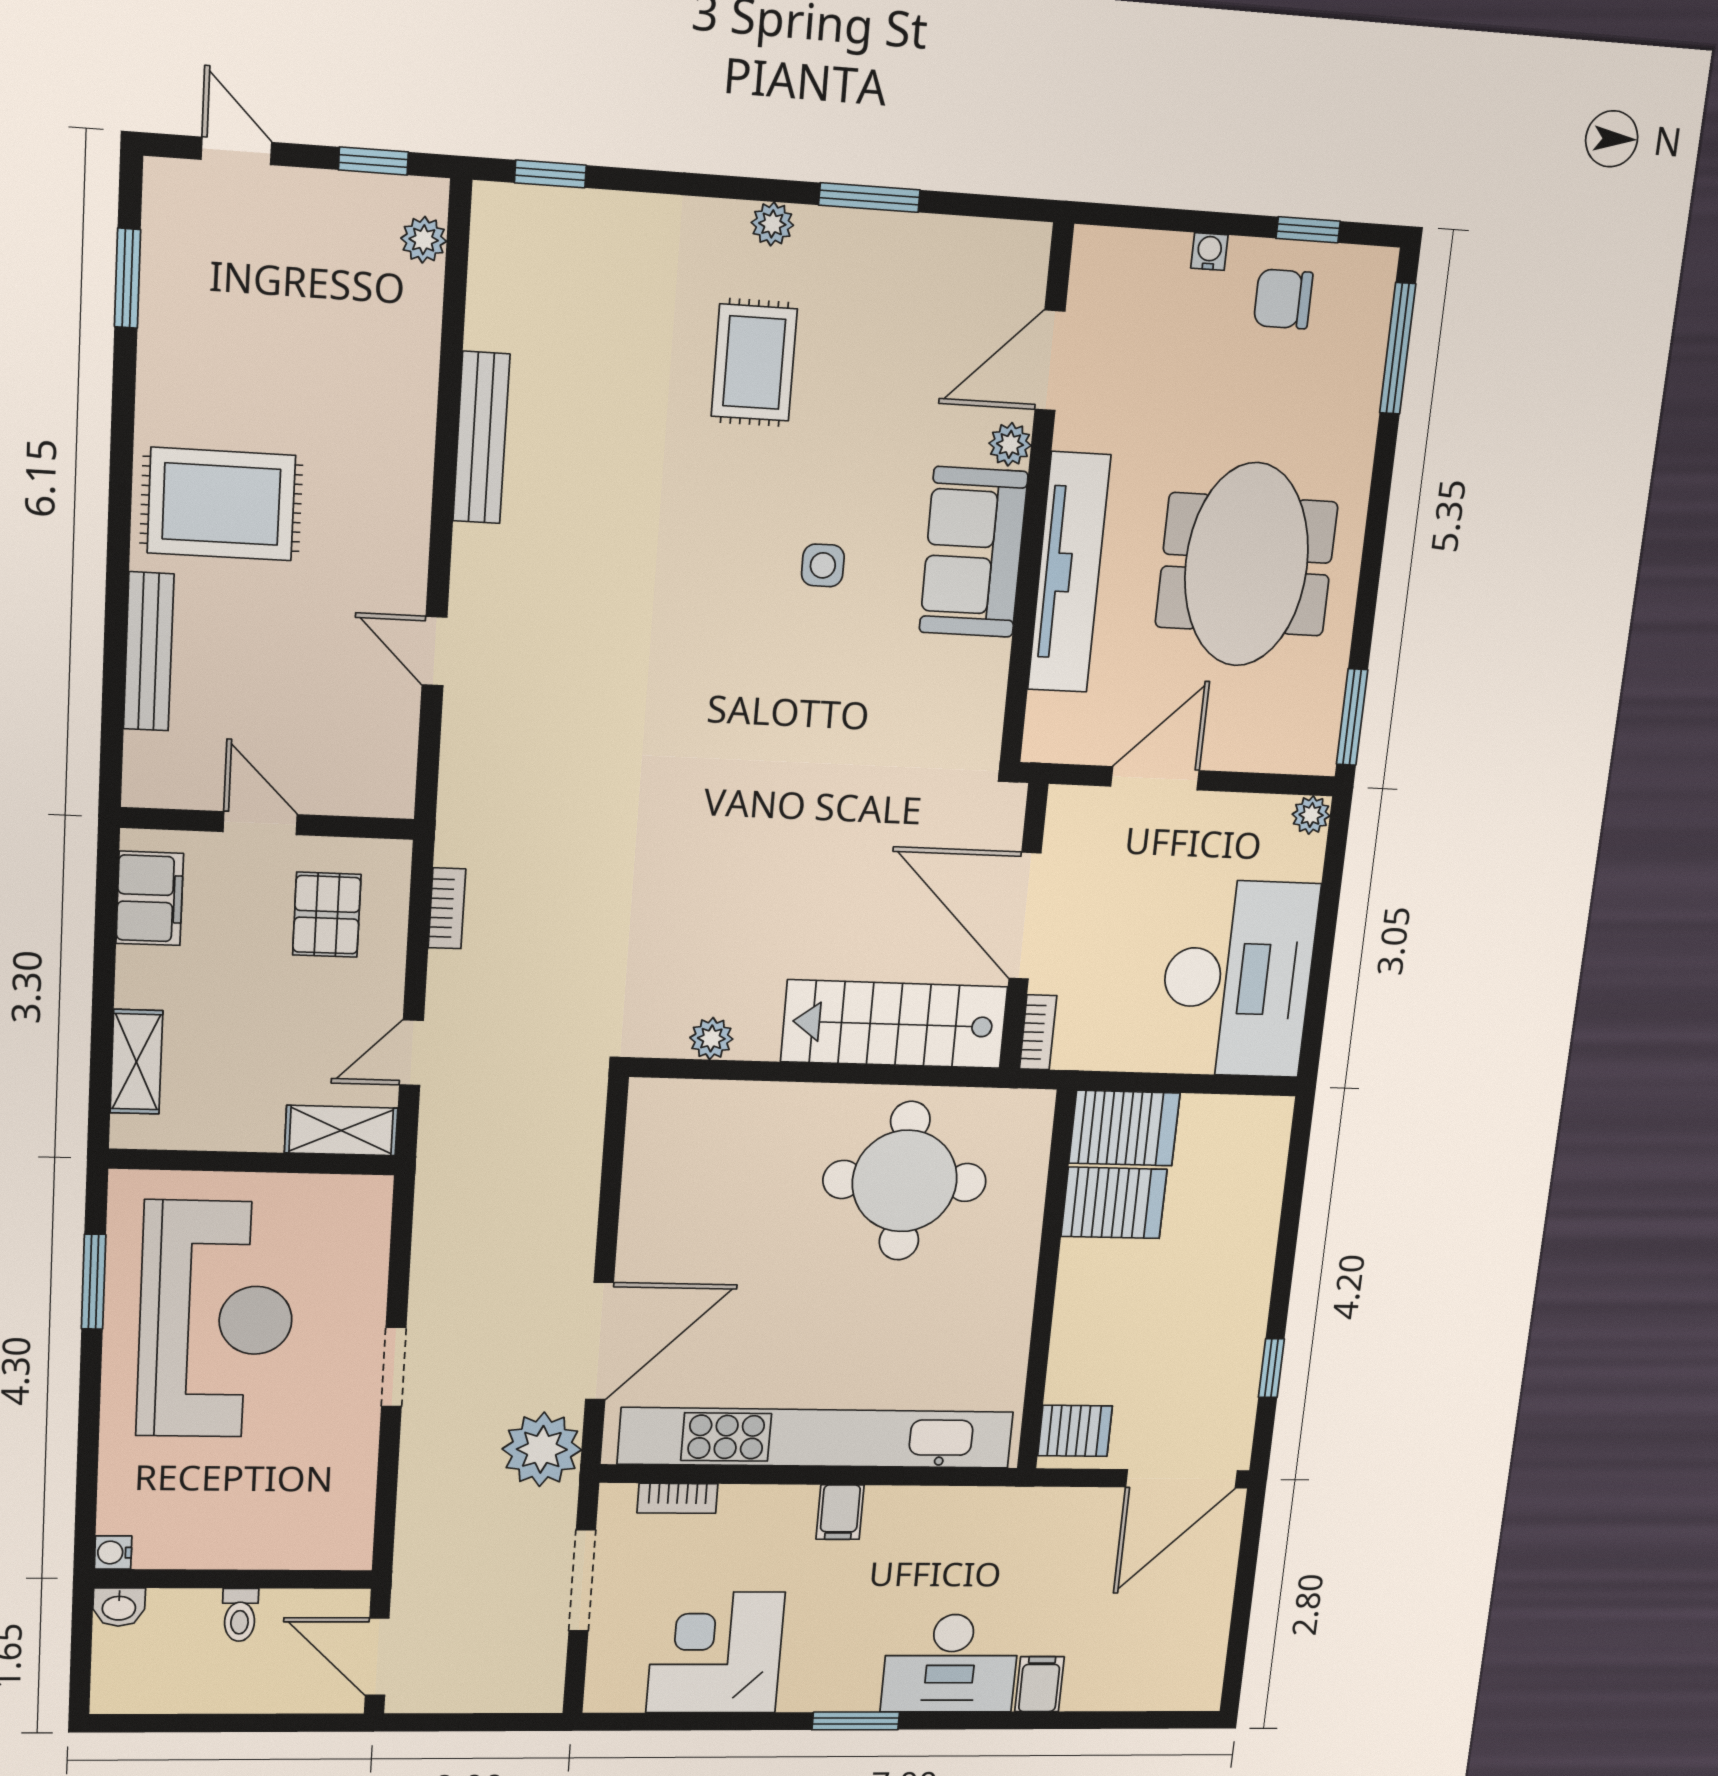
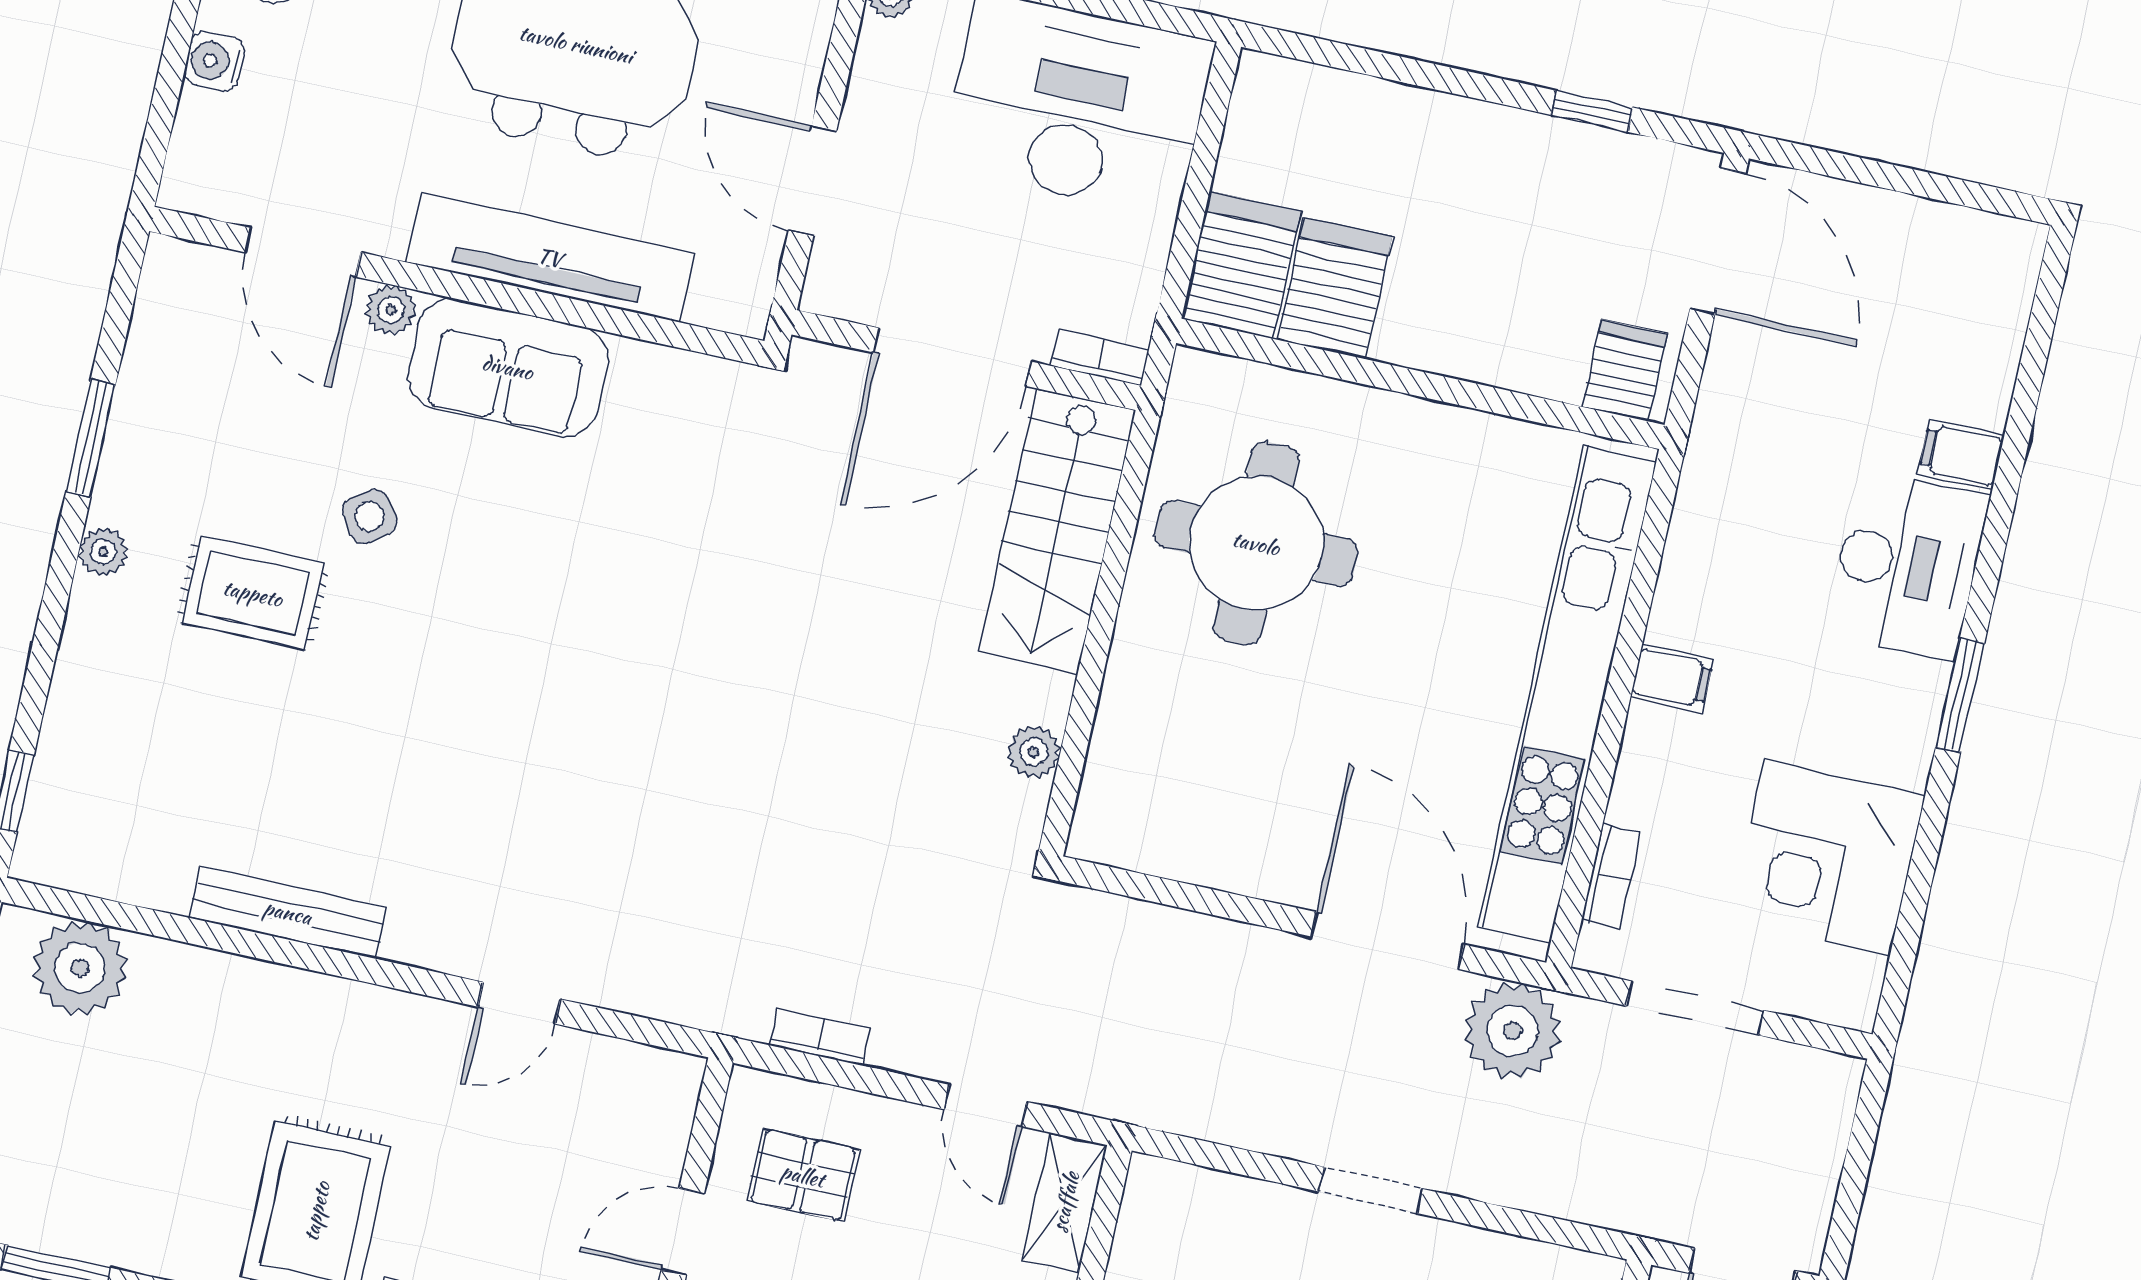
plant: (424, 240) -> (80, 968), width x1.88, depth x1.88
water cooler: (1209, 252) -> (214, 61), width x1.38, depth x1.38
side table: (823, 565) -> (370, 516), moved, turned -34

